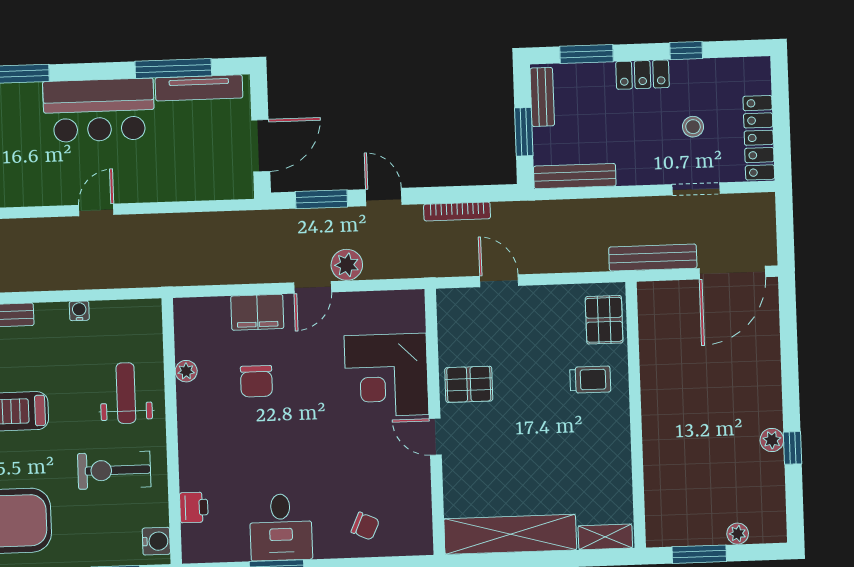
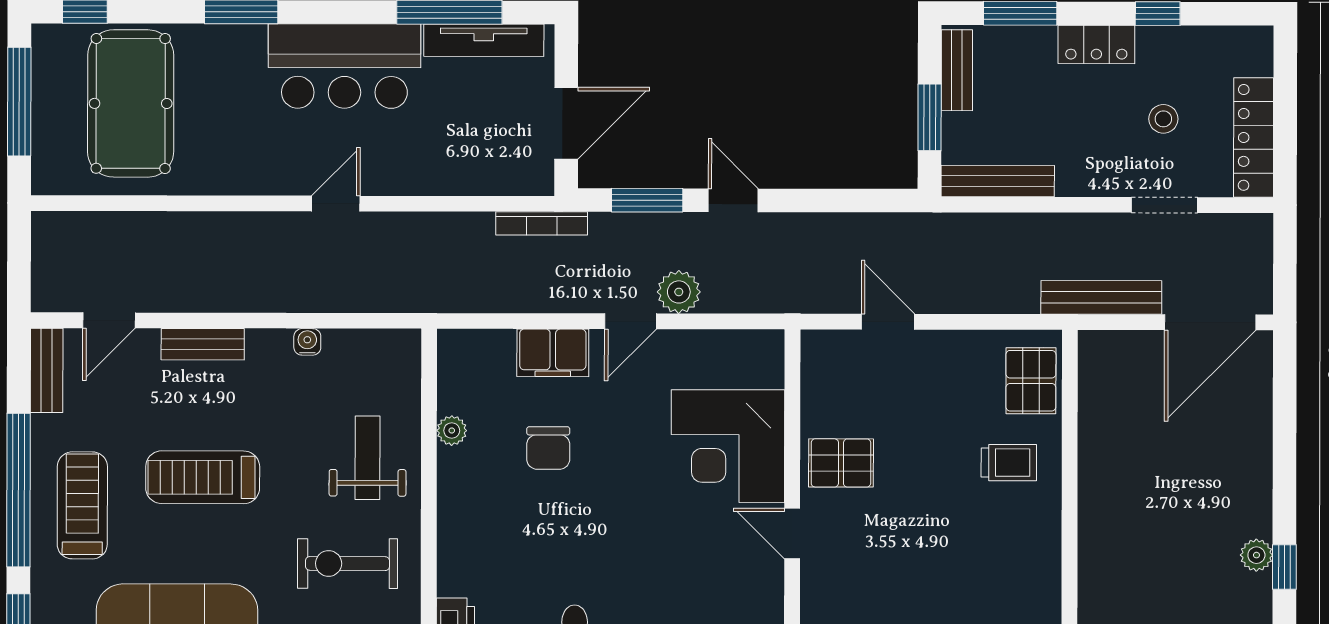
bookcase: (457, 211) -> (542, 223), moved

